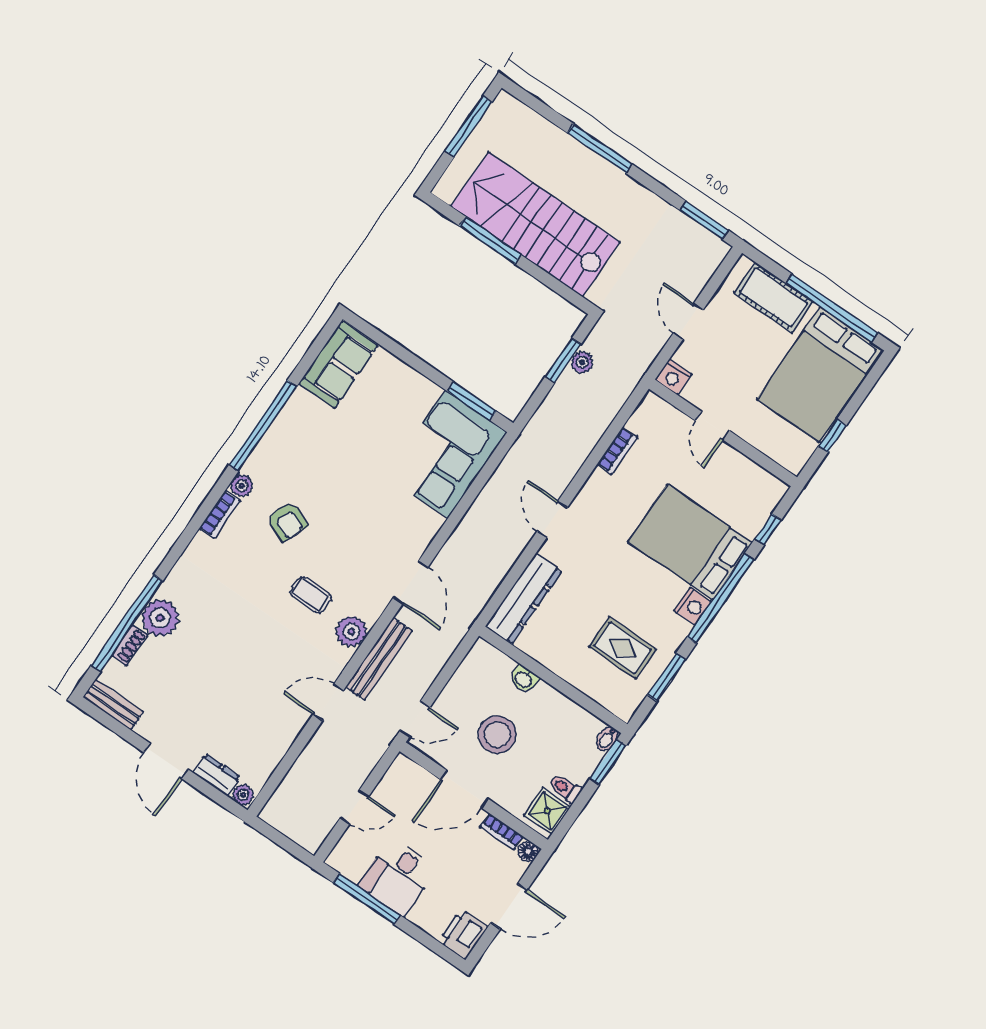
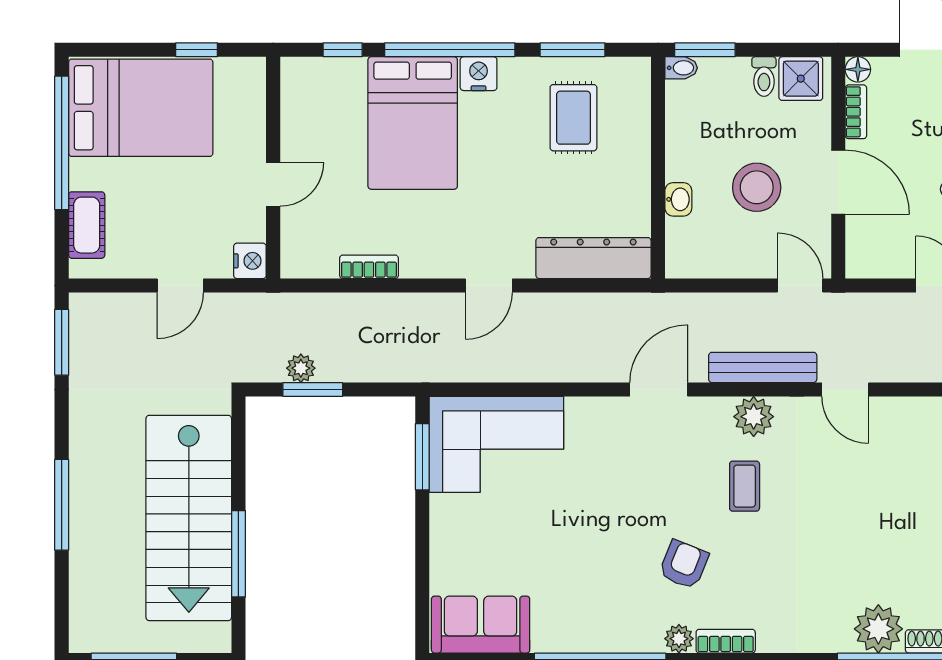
cot: (773, 297) -> (87, 225), width x0.73, depth x0.75

